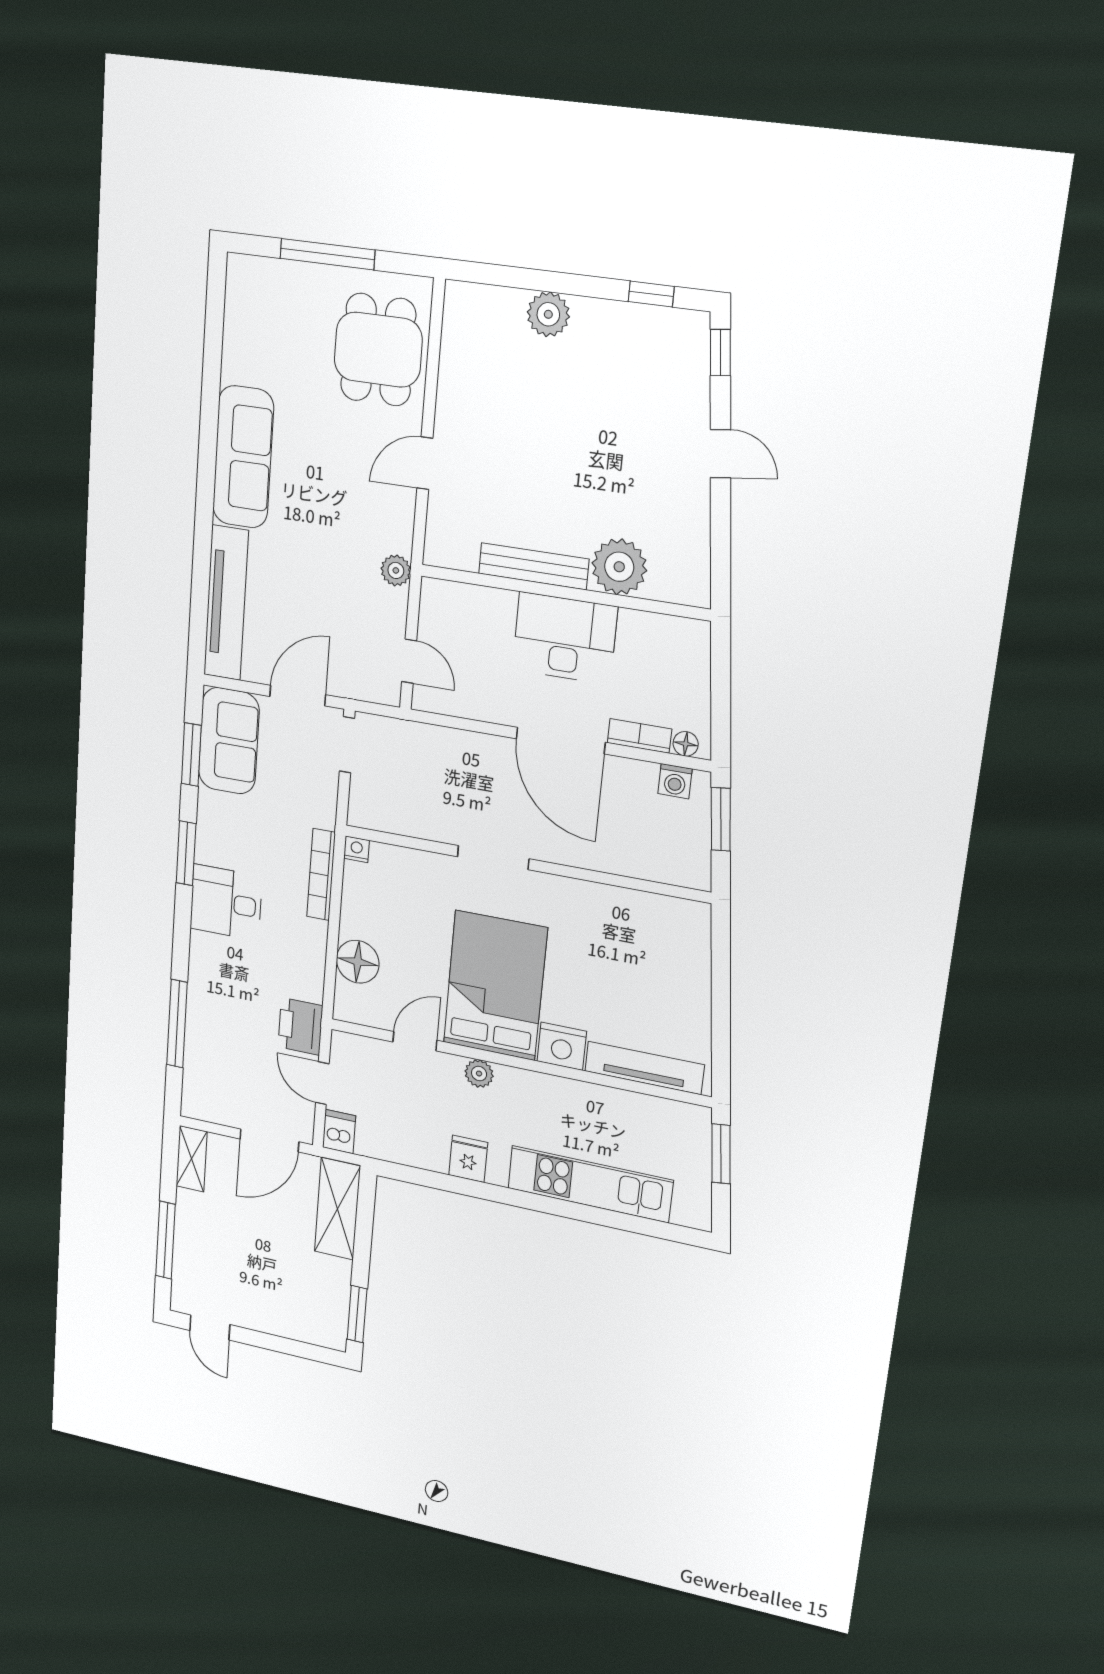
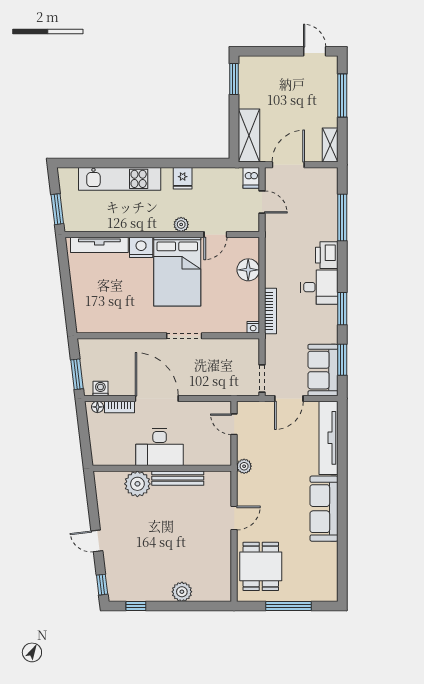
printer: (300, 1026) -> (327, 255), moved, turned 180

